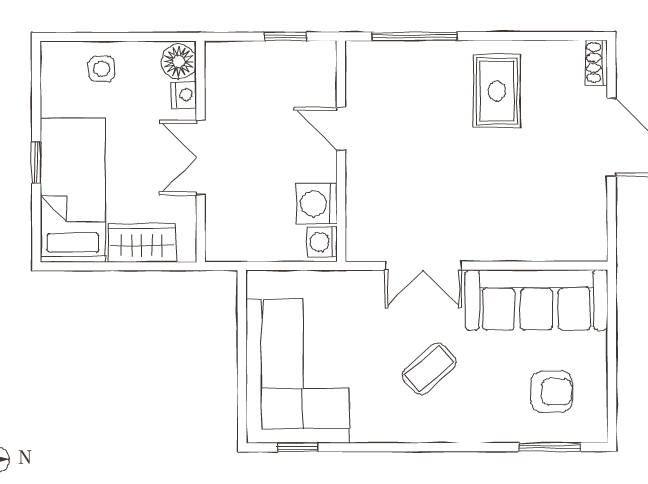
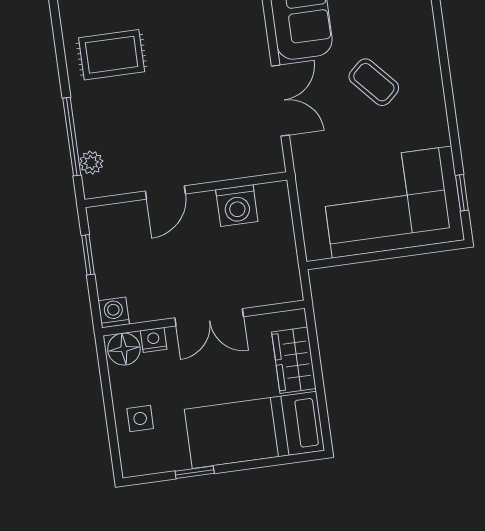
plant: (384, 53) -> (91, 163), added
window: (36, 162) -> (195, 472), moved
washing machine: (322, 242) -> (114, 313), moved, turned 180

